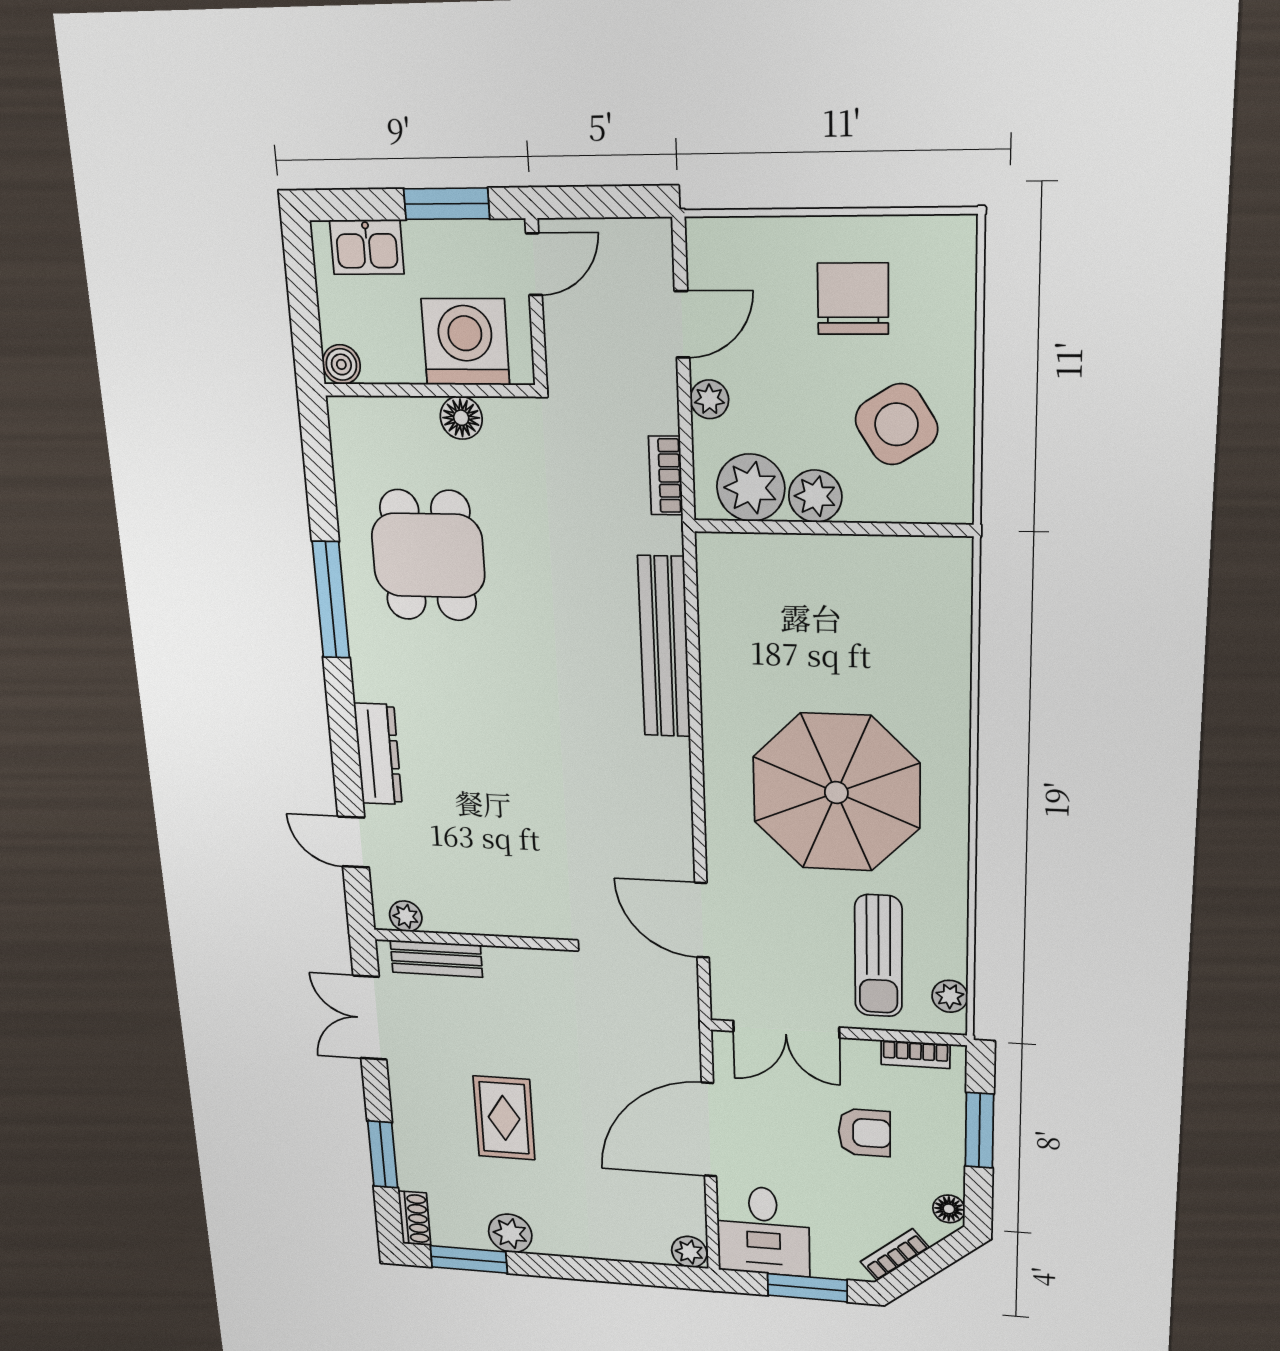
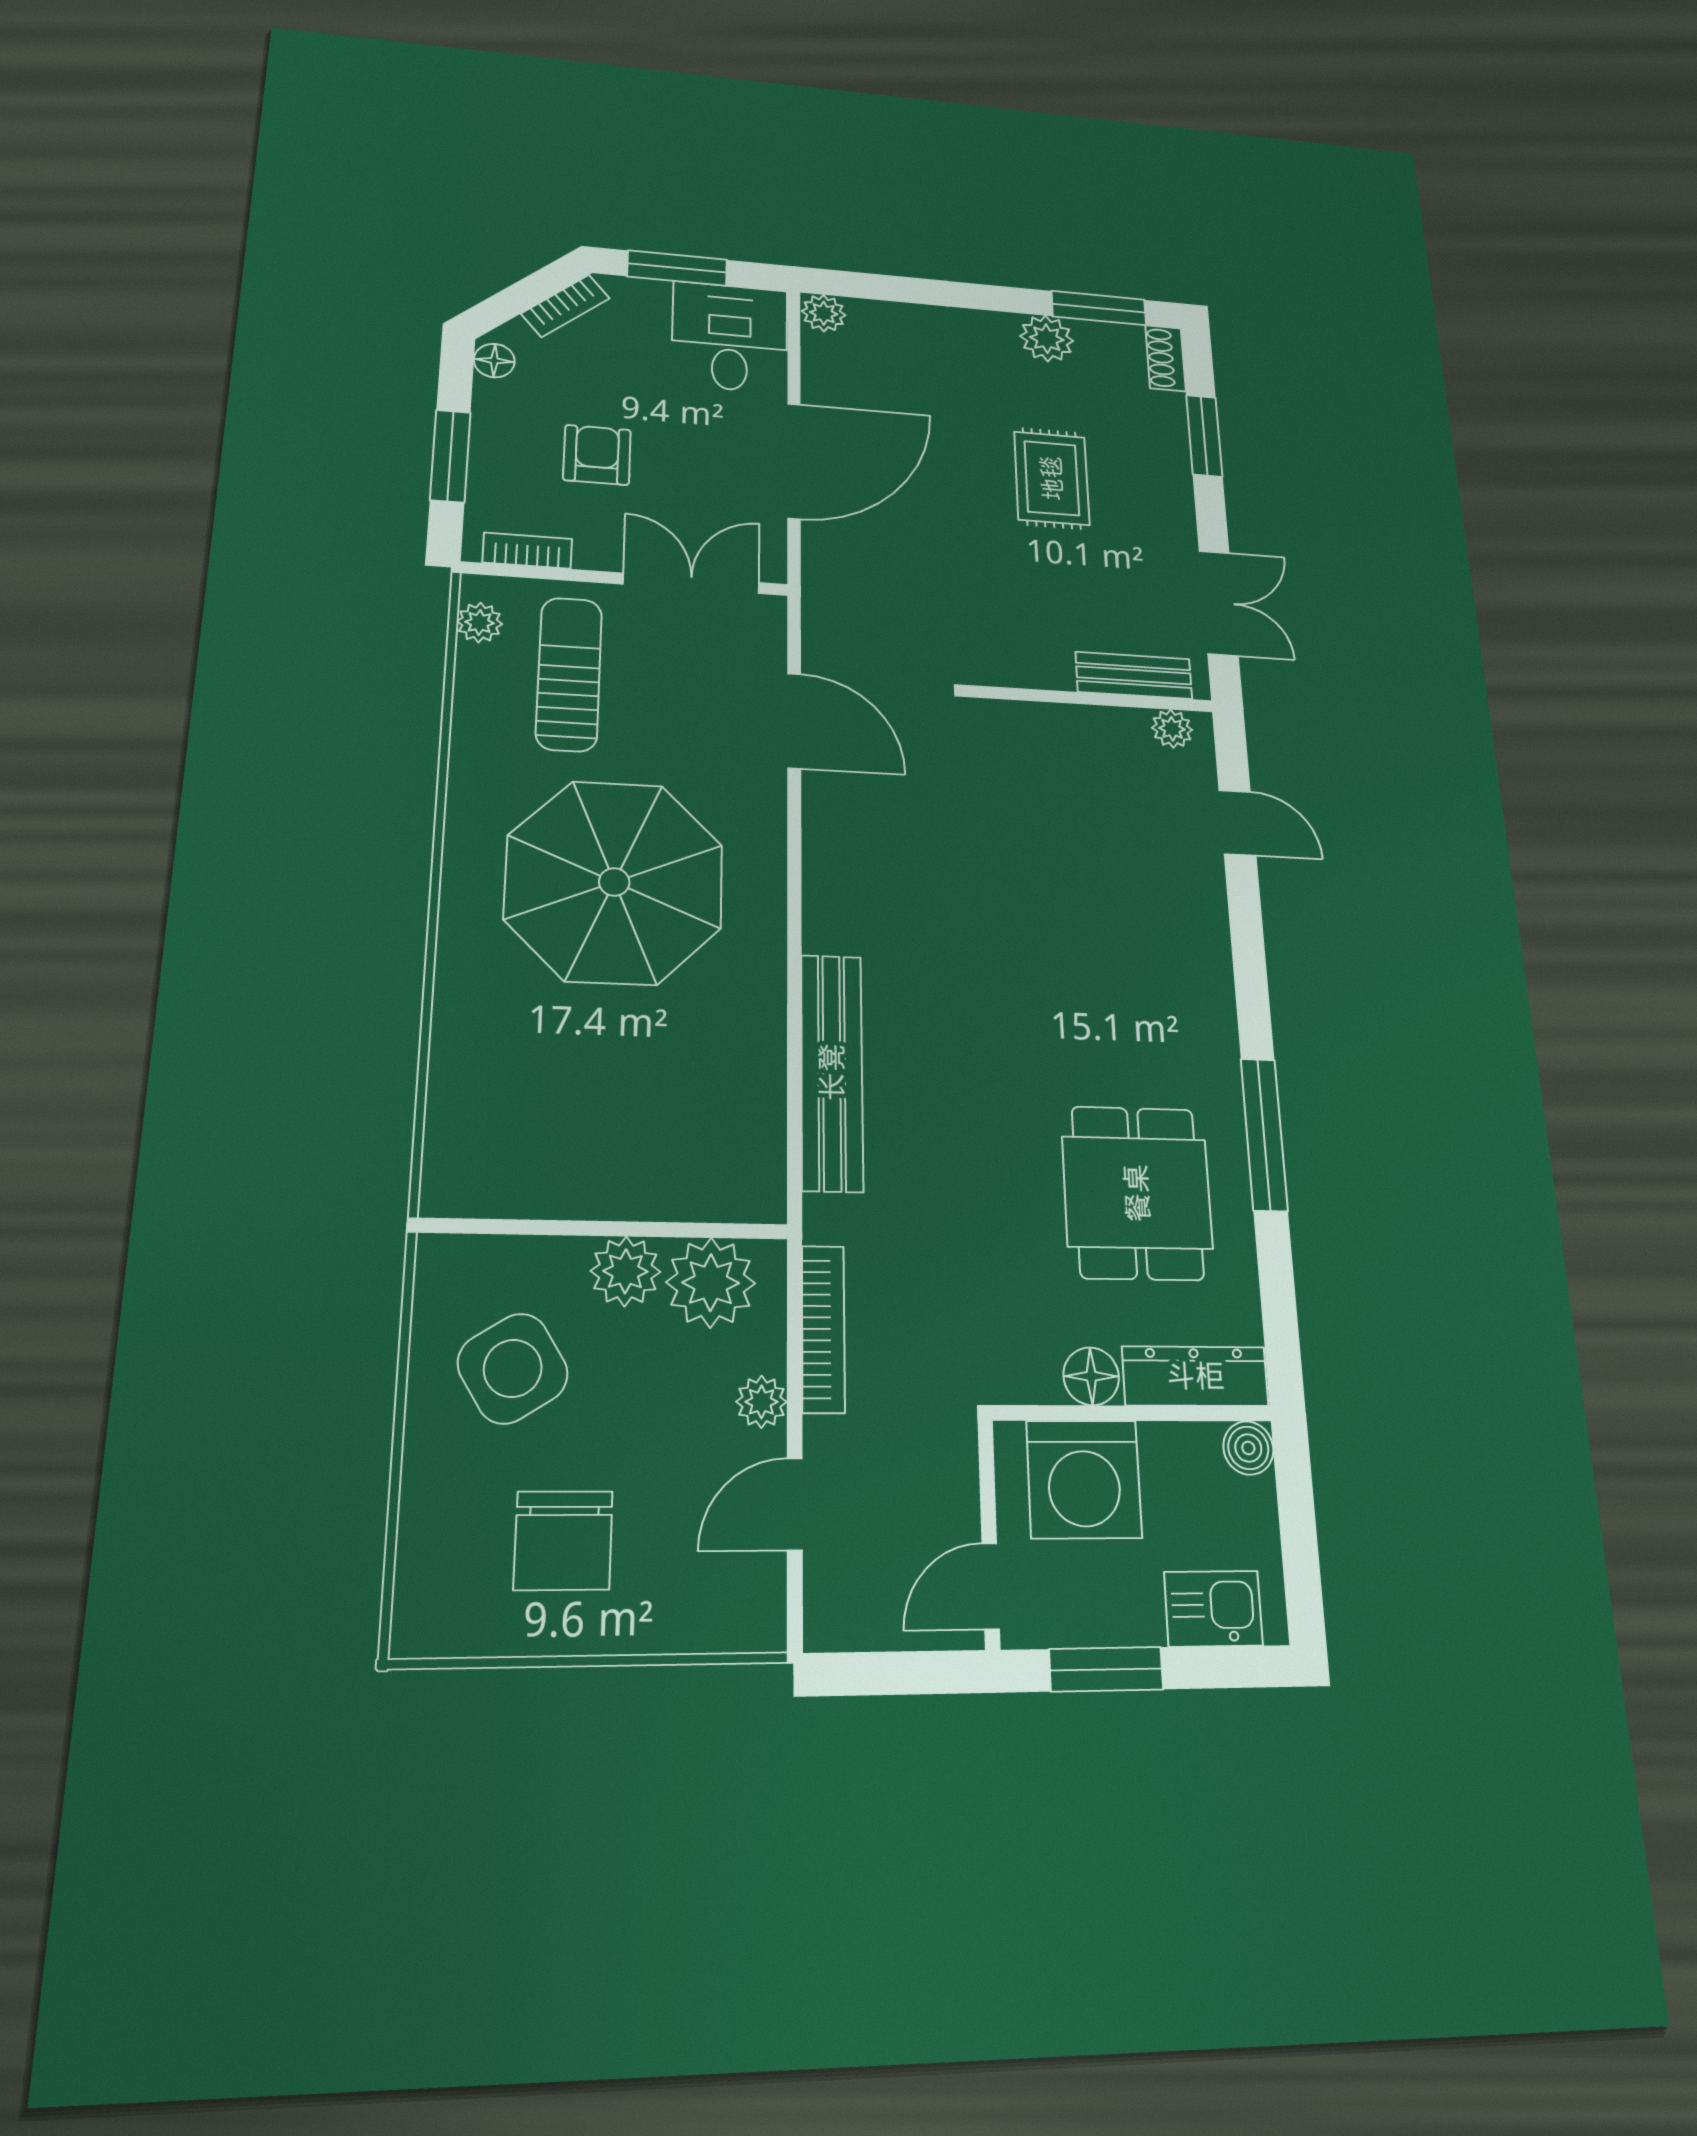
bookcase: (666, 476) -> (823, 1329), width x1.56
dresser: (378, 754) -> (1195, 1376), moved, turned 90
armchair: (864, 1133) -> (597, 455), turned 90

